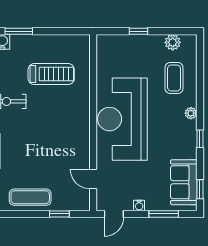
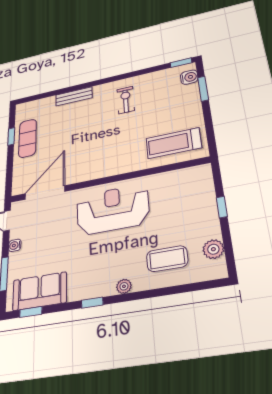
treadmill: (51, 74) -> (174, 143), moved, turned 90
reception desk: (122, 119) -> (113, 209), width x0.74, depth x0.77
door: (93, 179) -> (45, 193), width x1.88
window: (59, 214) -> (11, 136), moved

